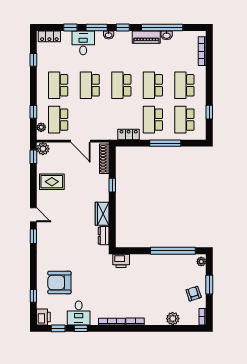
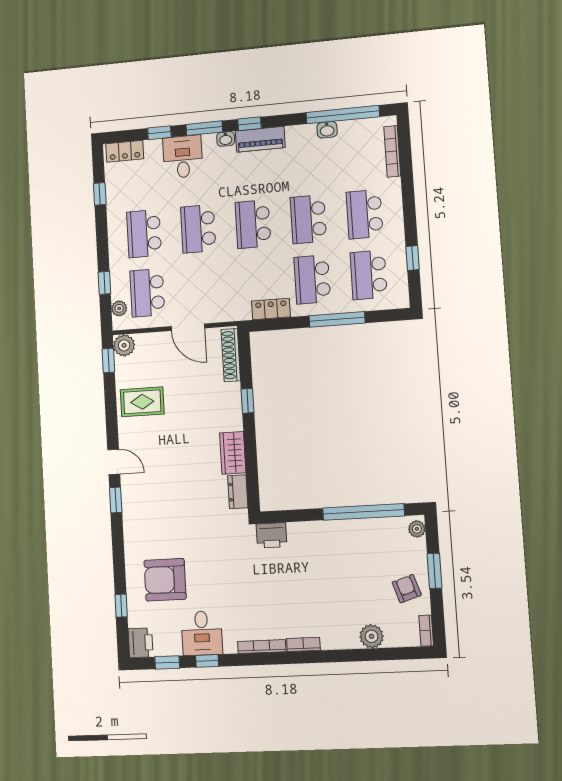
window: (162, 28) -> (343, 115), moved
piano: (146, 37) -> (260, 139), moved

